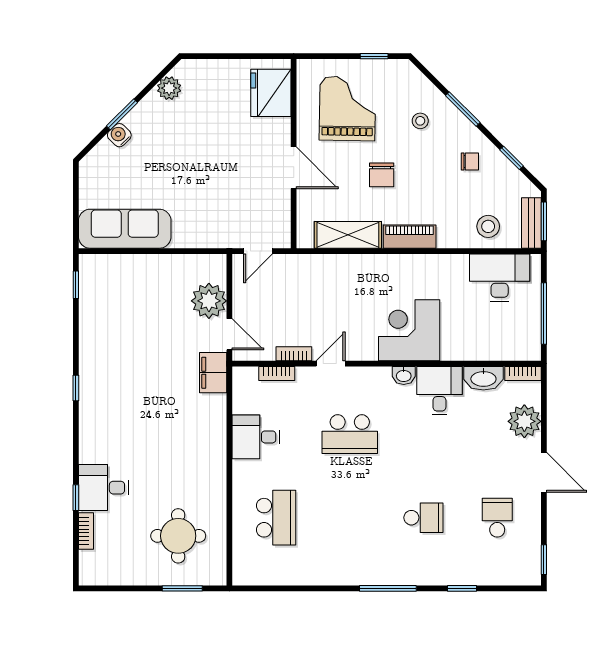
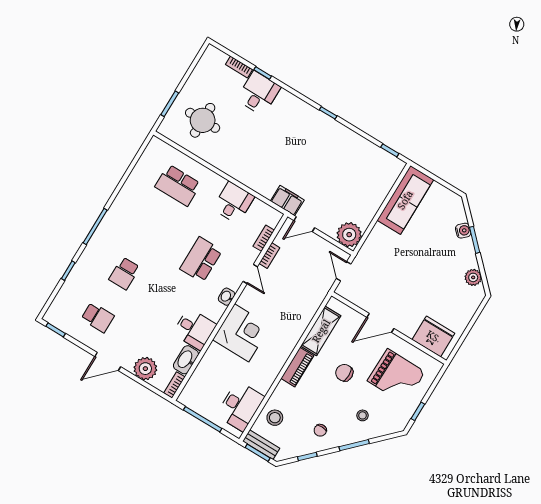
plant: (209, 301) -> (349, 235), moved
washbasin: (404, 375) -> (227, 297), moved

